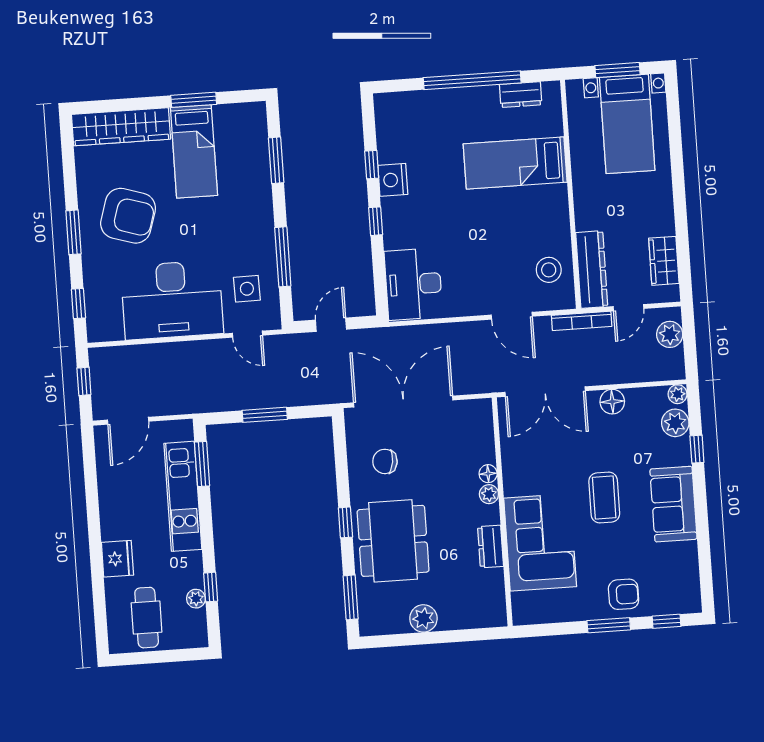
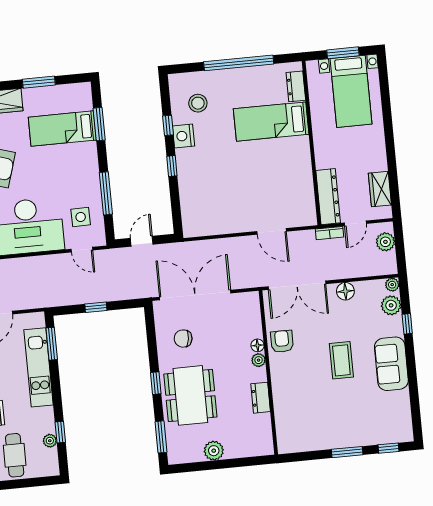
dresser: (521, 95) -> (296, 86), moved, turned 90
bed: (194, 151) -> (62, 129), moved, turned 90
stool: (549, 270) -> (198, 103), moved
desk: (413, 284) -> (200, 211), removed
bookcase: (582, 321) -> (330, 233), width x0.64
window: (265, 415) -> (96, 307), width x0.67
corner sofa: (540, 542) -> (296, 394), removed
armchair: (624, 594) -> (282, 341), moved, turned -90

